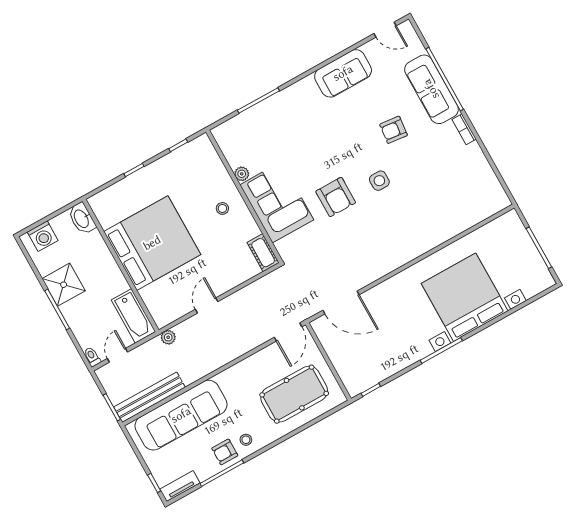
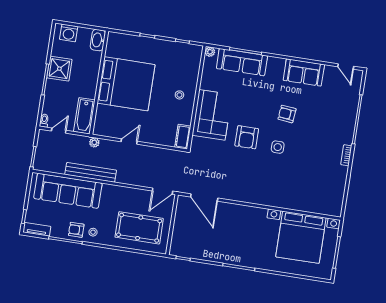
sofa: (431, 89) -> (242, 62), moved, turned -90
armchair: (394, 130) -> (287, 114), moved
plant: (242, 174) -> (210, 52), moved
bed with nightstands: (465, 297) -> (301, 237), moved, turned 180
bench: (150, 397) -> (91, 172), moved

